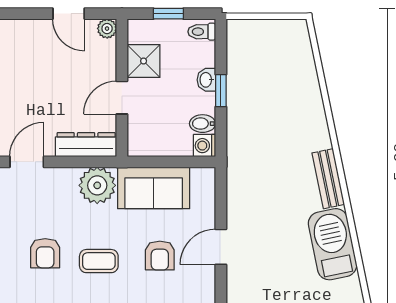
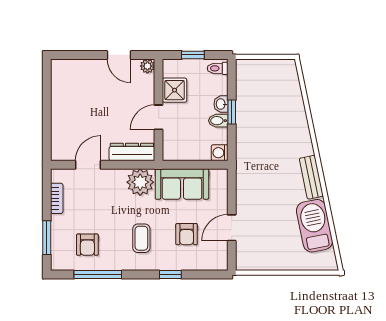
bidet: (203, 124) -> (218, 121), moved
armchair: (45, 253) -> (87, 245), moved
coffee table: (99, 261) -> (141, 238), turned 90

